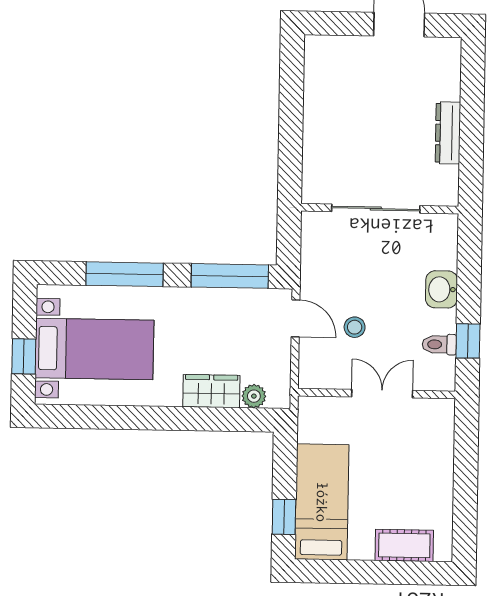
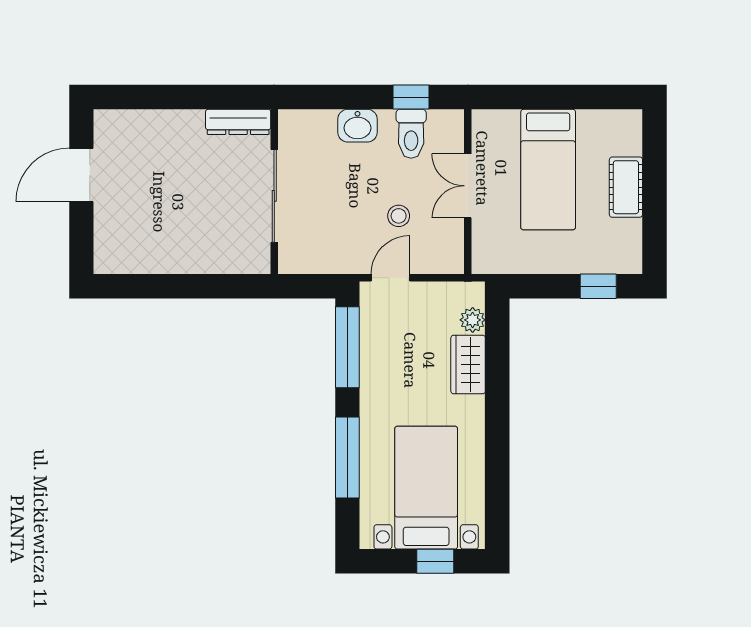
dresser: (448, 133) -> (238, 122), moved
toilet: (439, 344) -> (411, 134), width x1.37, depth x1.39
bed: (322, 502) -> (548, 170), moved, turned -90
cot: (404, 545) -> (626, 187), moved

